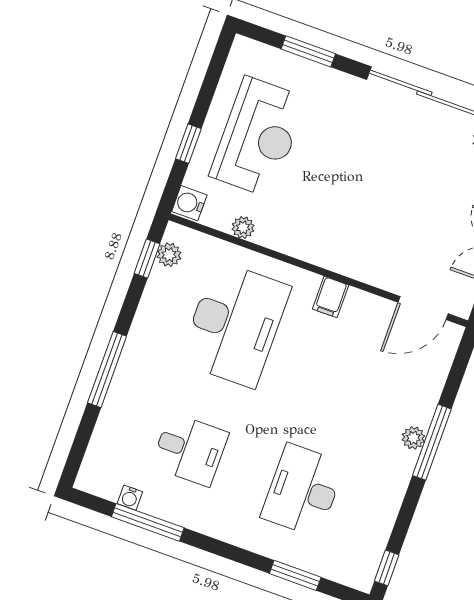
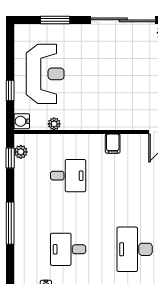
desk: (235, 324) -> (68, 176), width x0.53, depth x0.77
desk: (190, 450) -> (68, 249), turned 180

